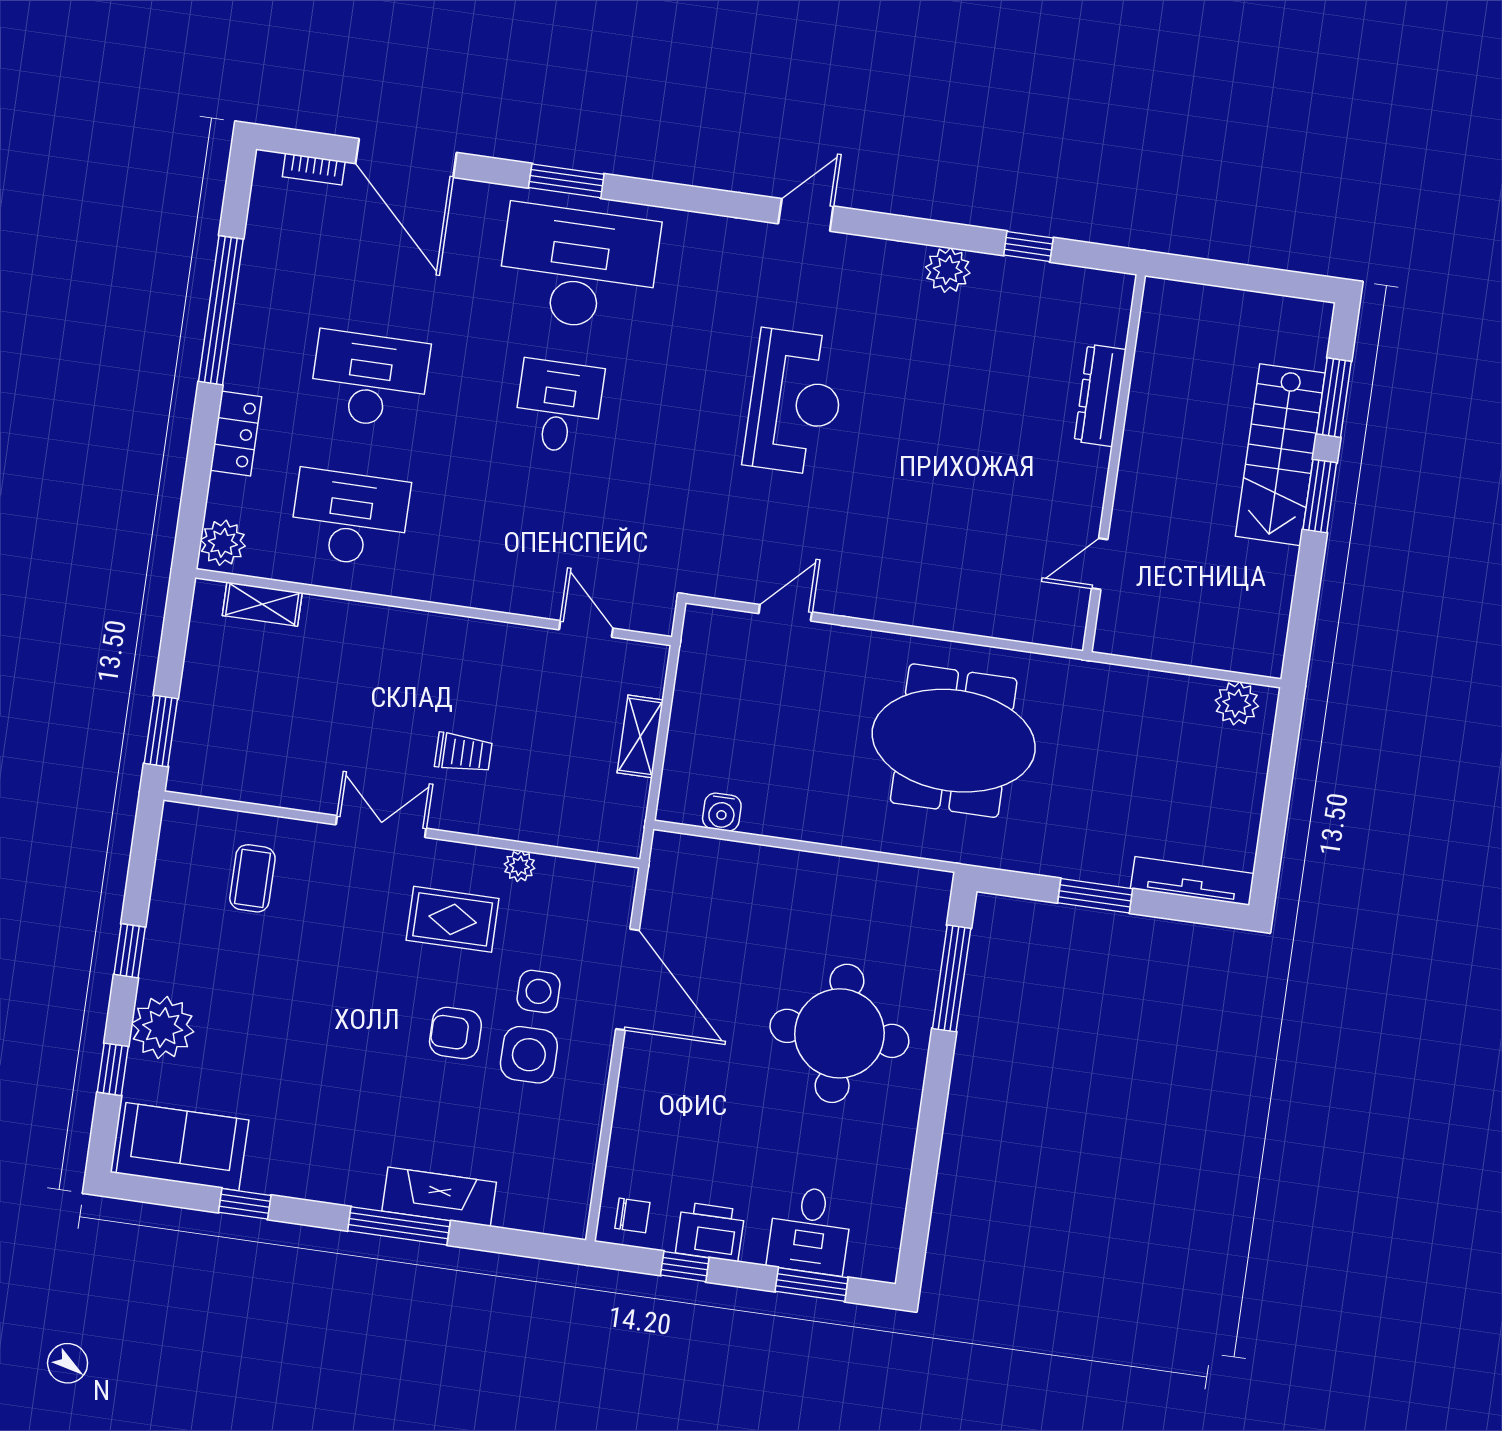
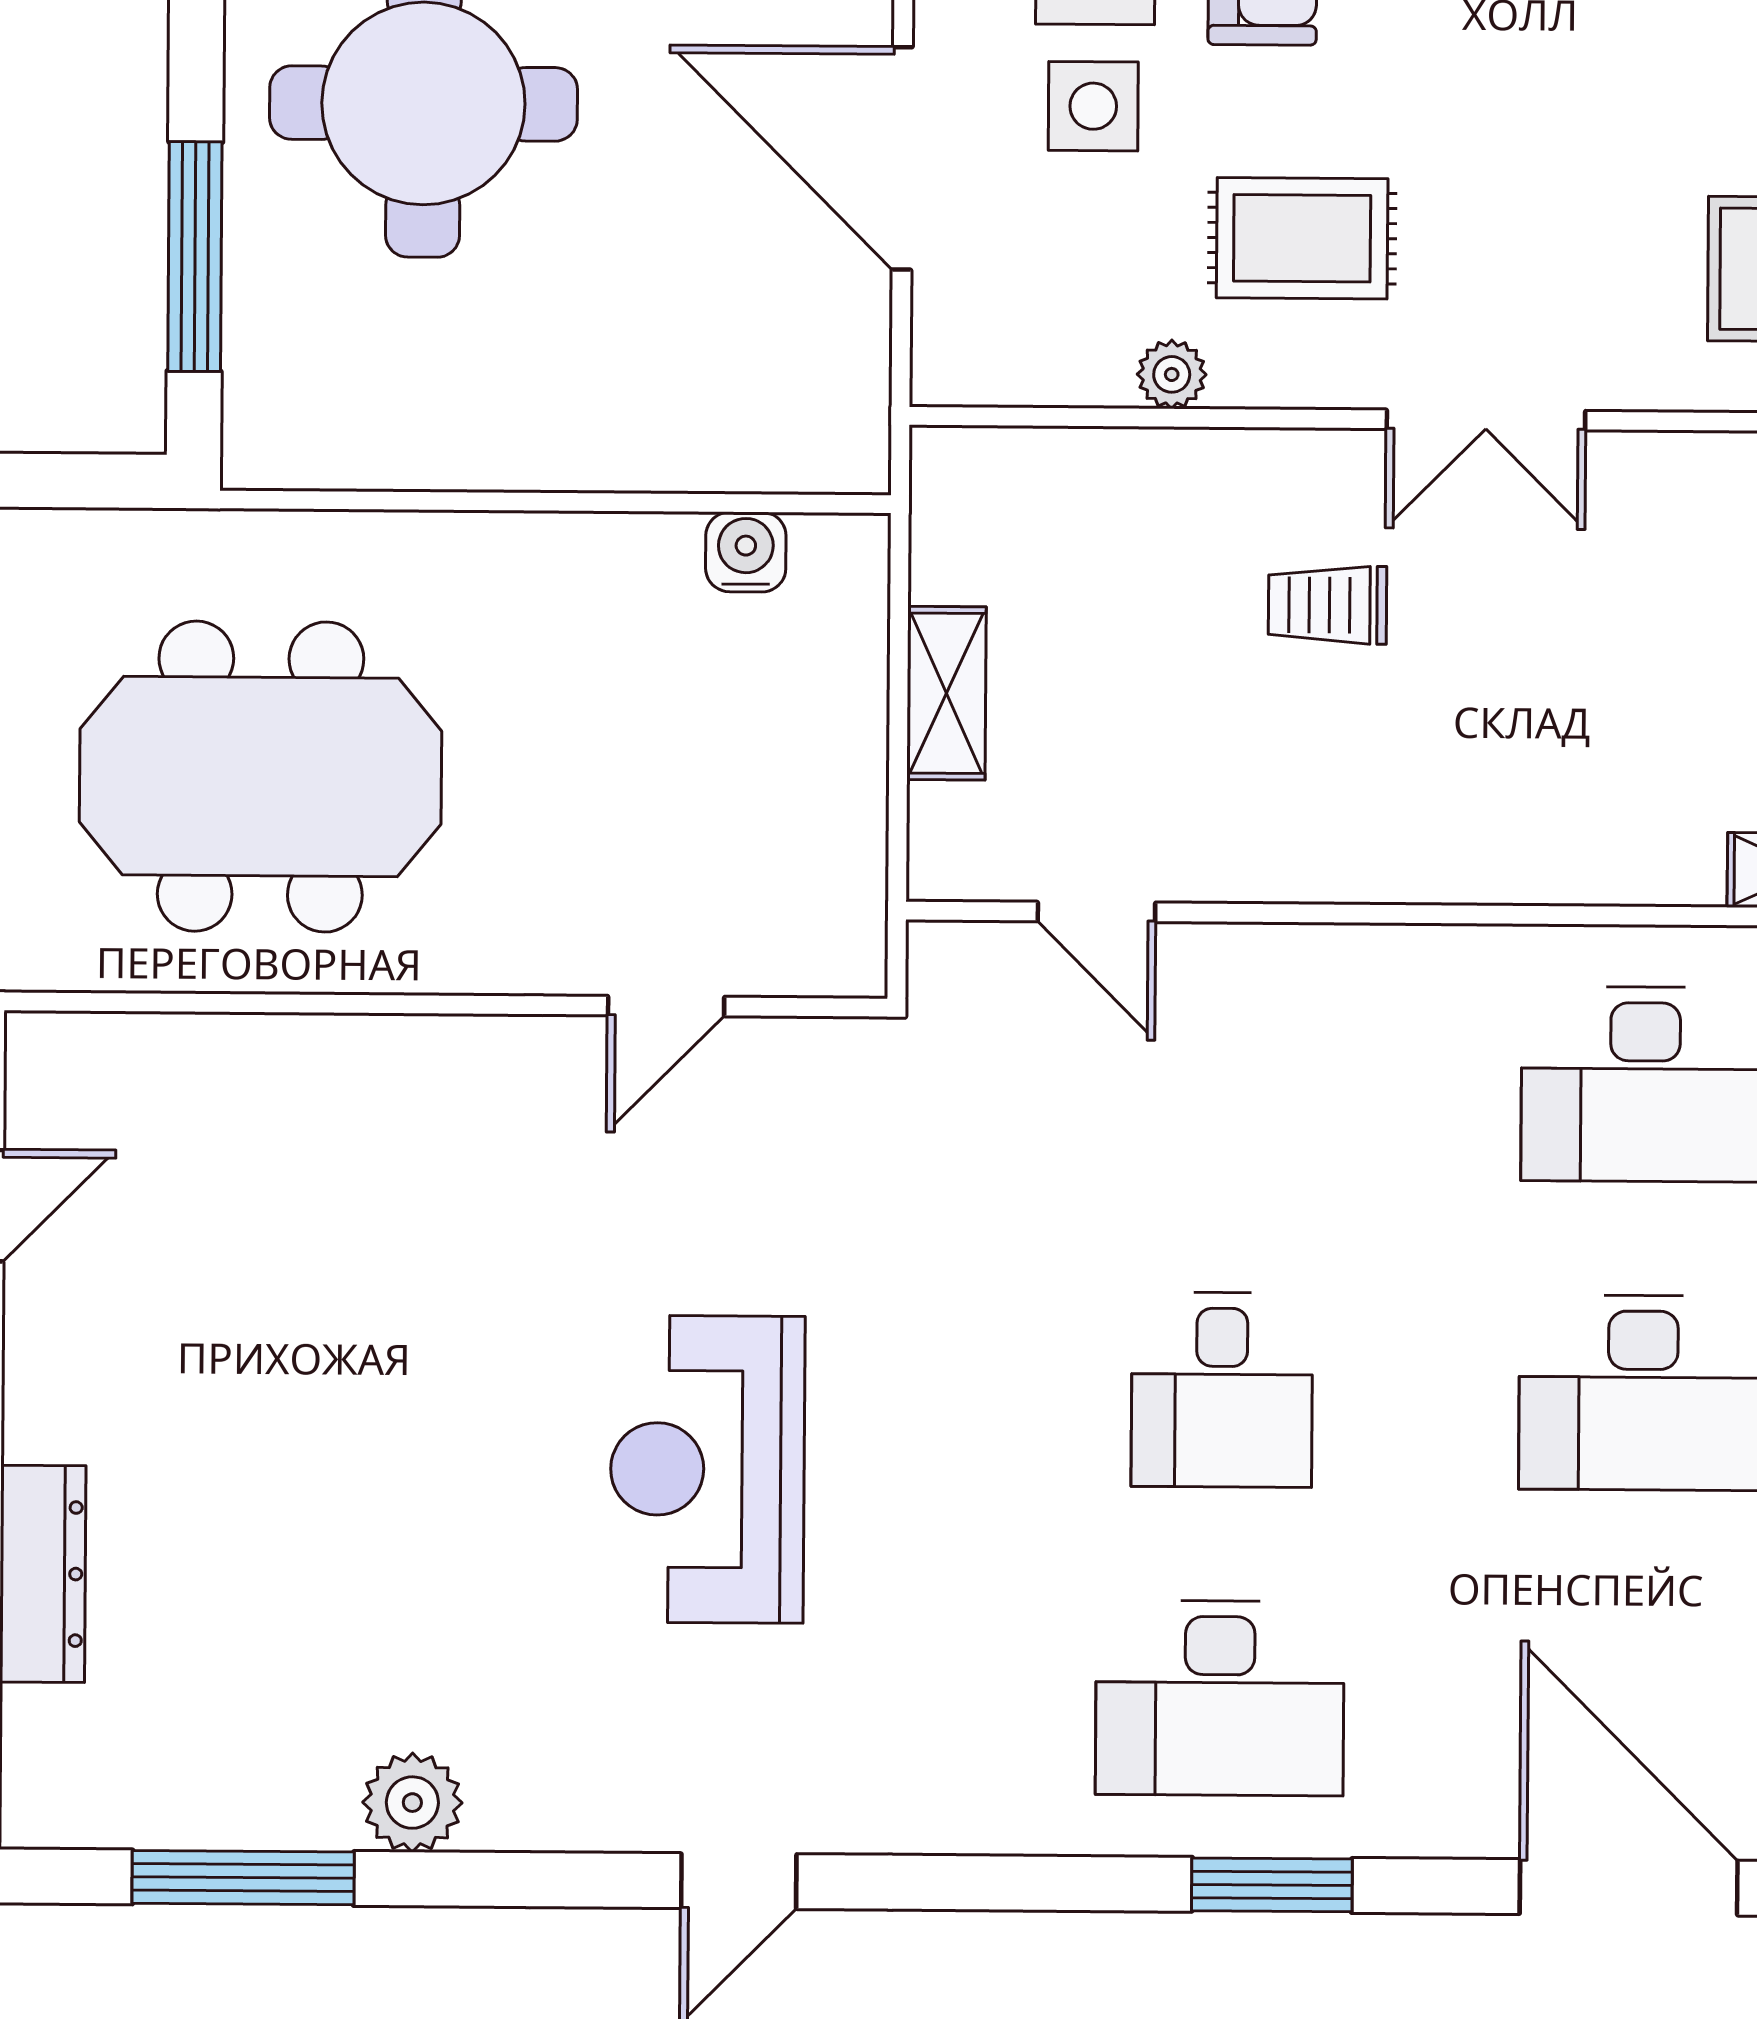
window: (1028, 247) -> (243, 1878), width x2.17
desk: (578, 268) -> (1220, 1698), width x0.73, depth x0.77

